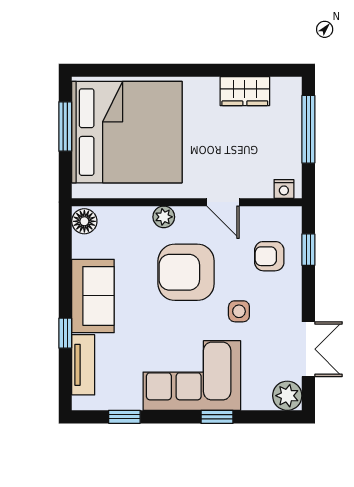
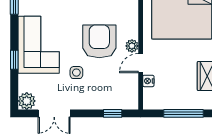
nightstand: (284, 189) -> (148, 81), moved
plant: (164, 217) -> (132, 46), moved
armchair: (269, 256) -> (109, 90), removed

